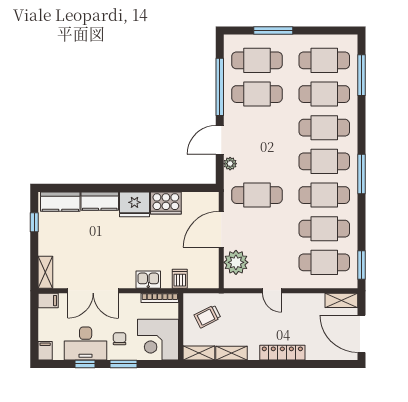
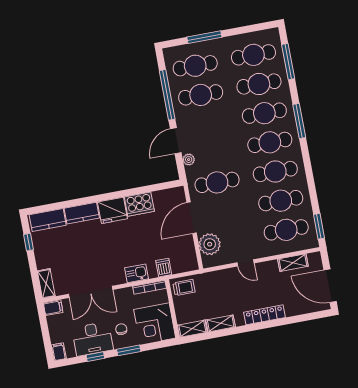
window: (362, 174) -> (299, 121), moved
shelving: (341, 300) -> (293, 263), moved
trolley: (207, 316) -> (184, 287), moved, turned -153

